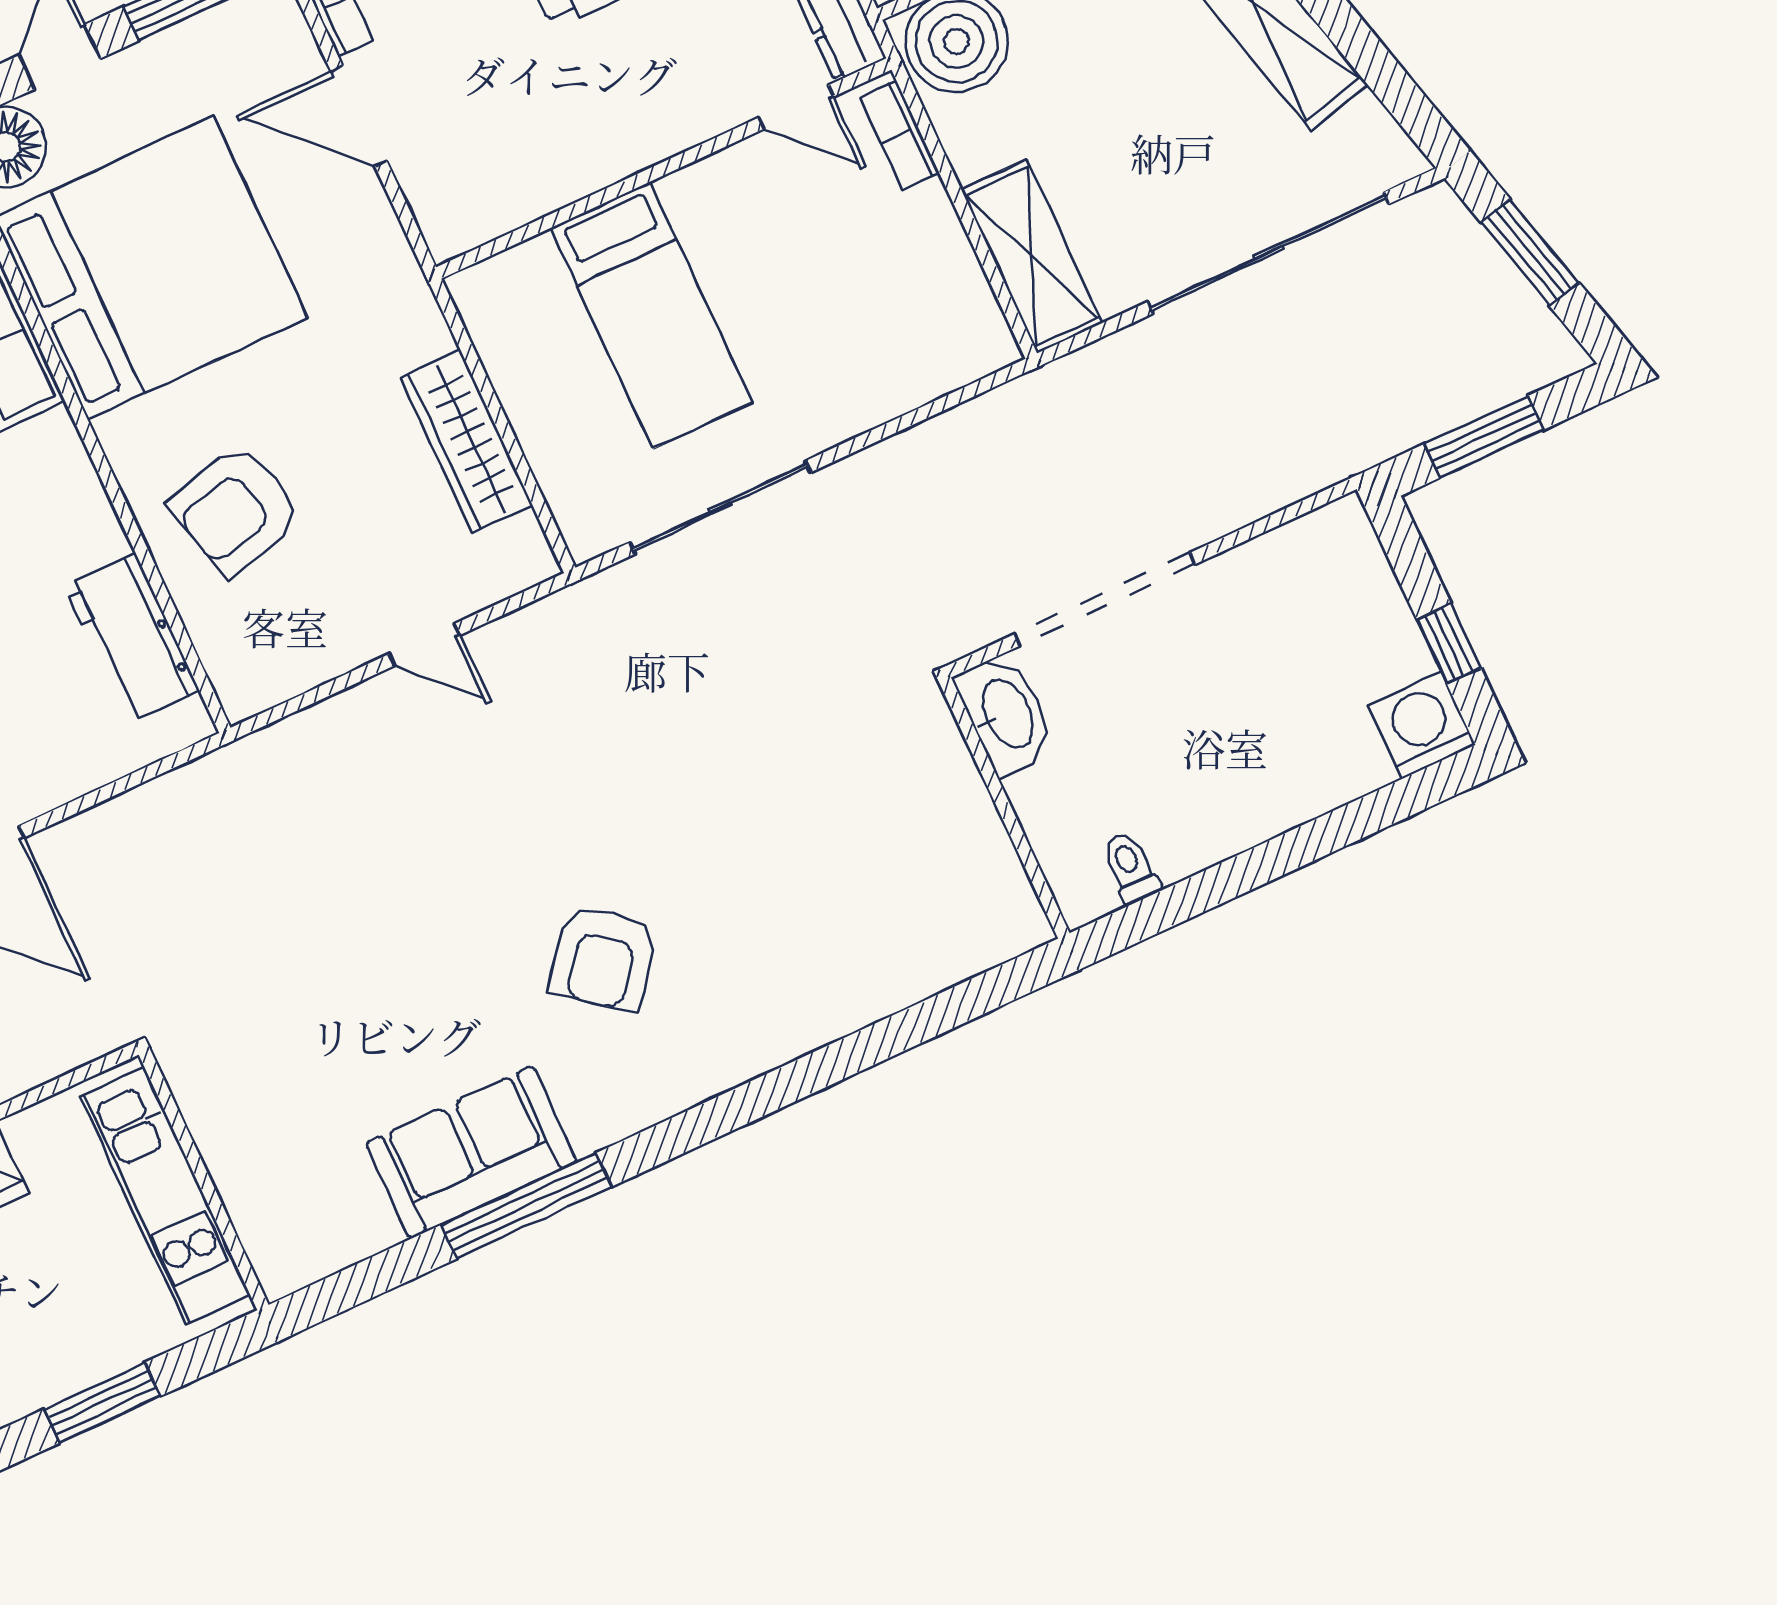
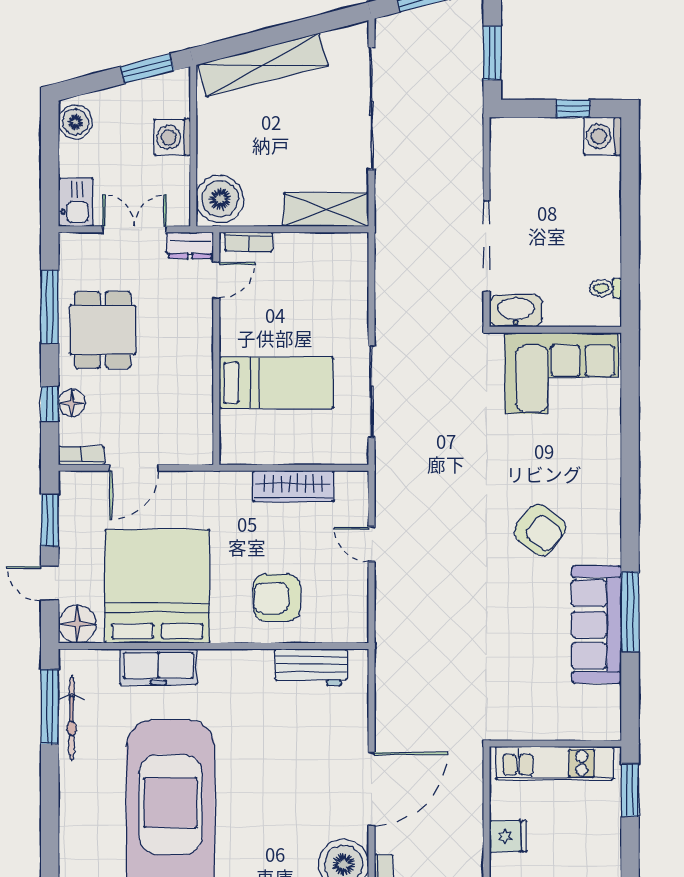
armchair: (236, 510) -> (277, 598), turned 104
door: (425, 645) -> (371, 544), swing flipped
corner sofa: (926, 859) -> (562, 373), added
sofa: (471, 1152) -> (597, 624), width x1.36
window: (102, 1403) -> (630, 790), moved

